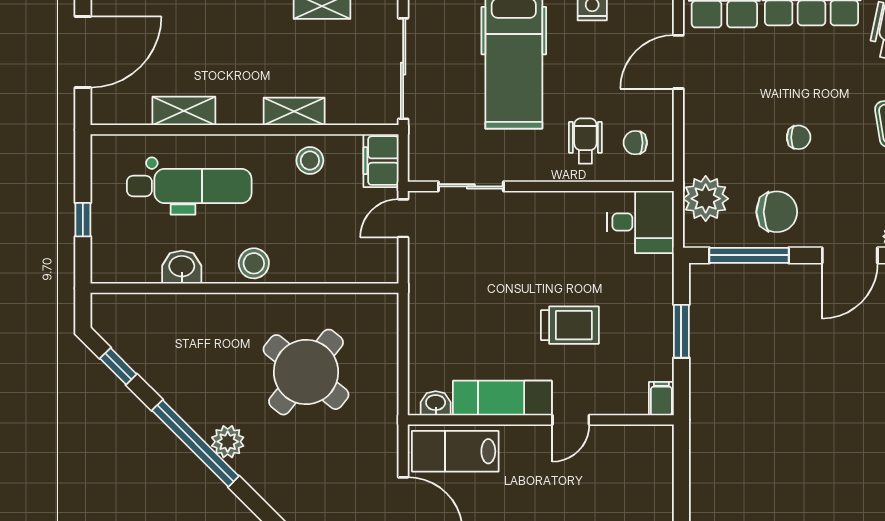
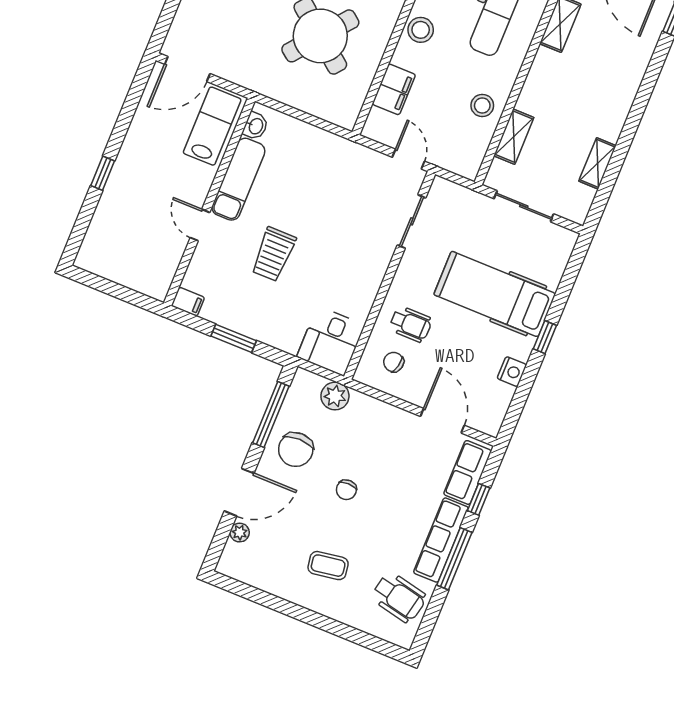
sliding door: (403, 69) -> (524, 206), width x0.73
shelving: (294, 111) -> (514, 137), moved
chair: (635, 143) -> (394, 362), turned -77
filing cabinet: (381, 161) -> (394, 89), moved, turned 90
plant: (706, 199) -> (335, 396), width x0.73, depth x0.73
door: (850, 255) -> (239, 492), swing flipped

